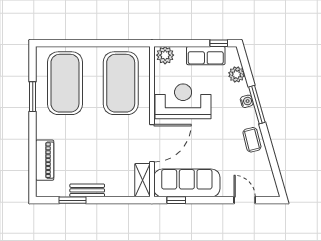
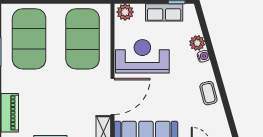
plant: (237, 74) -> (197, 43), moved
window: (257, 105) -> (213, 59), removed

